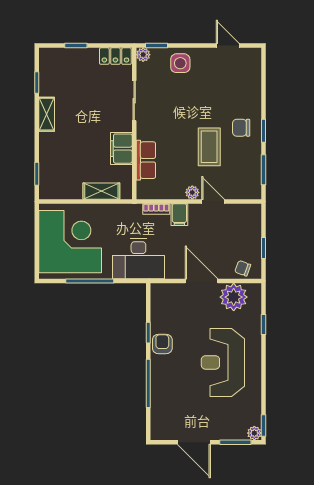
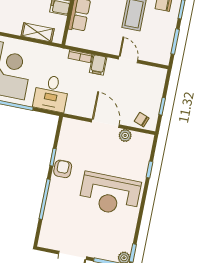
plant: (192, 192) -> (112, 49), removed
desk: (138, 259) -> (51, 93), width x0.73
plant: (234, 297) -> (125, 135), width x0.53, depth x0.53
reception desk: (223, 362) -> (110, 194), turned -90

